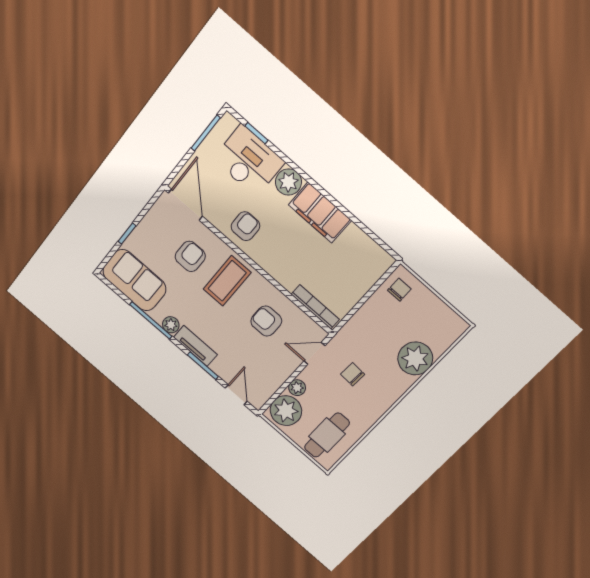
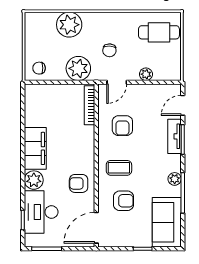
armchair: (190, 256) -> (123, 201), turned 180
coffee table: (227, 281) -> (119, 168), width x0.73, depth x0.77
tv unit: (195, 346) -> (174, 136), moved
door: (314, 353) -> (117, 82), hinge flipped
plant: (286, 411) -> (78, 68), moved

